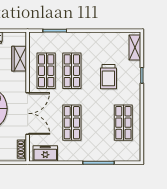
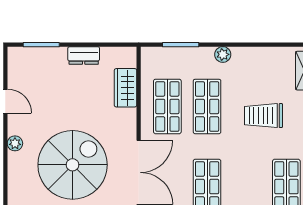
plant: (82, 37) -> (223, 54), added
trolley: (108, 77) -> (263, 116), turned 90

